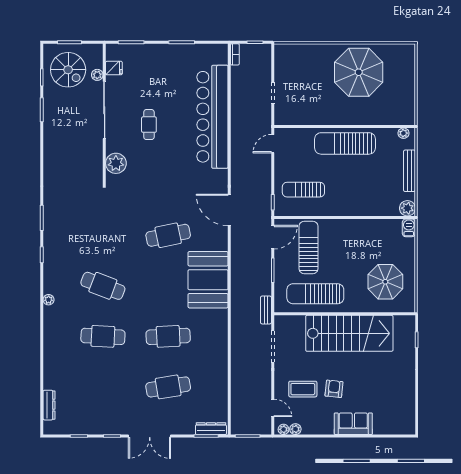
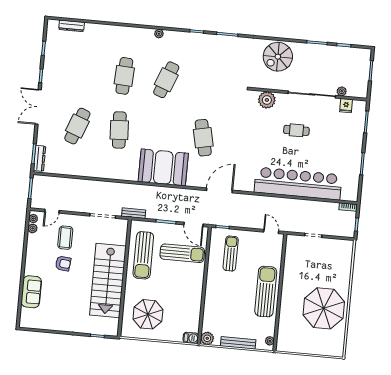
spiral stairs: (68, 70) -> (278, 57), moved
sun lounger: (315, 294) -> (143, 255), turned 180
cafe table: (168, 387) -> (77, 126), turned 30
sofa: (353, 424) -> (31, 292), moved

